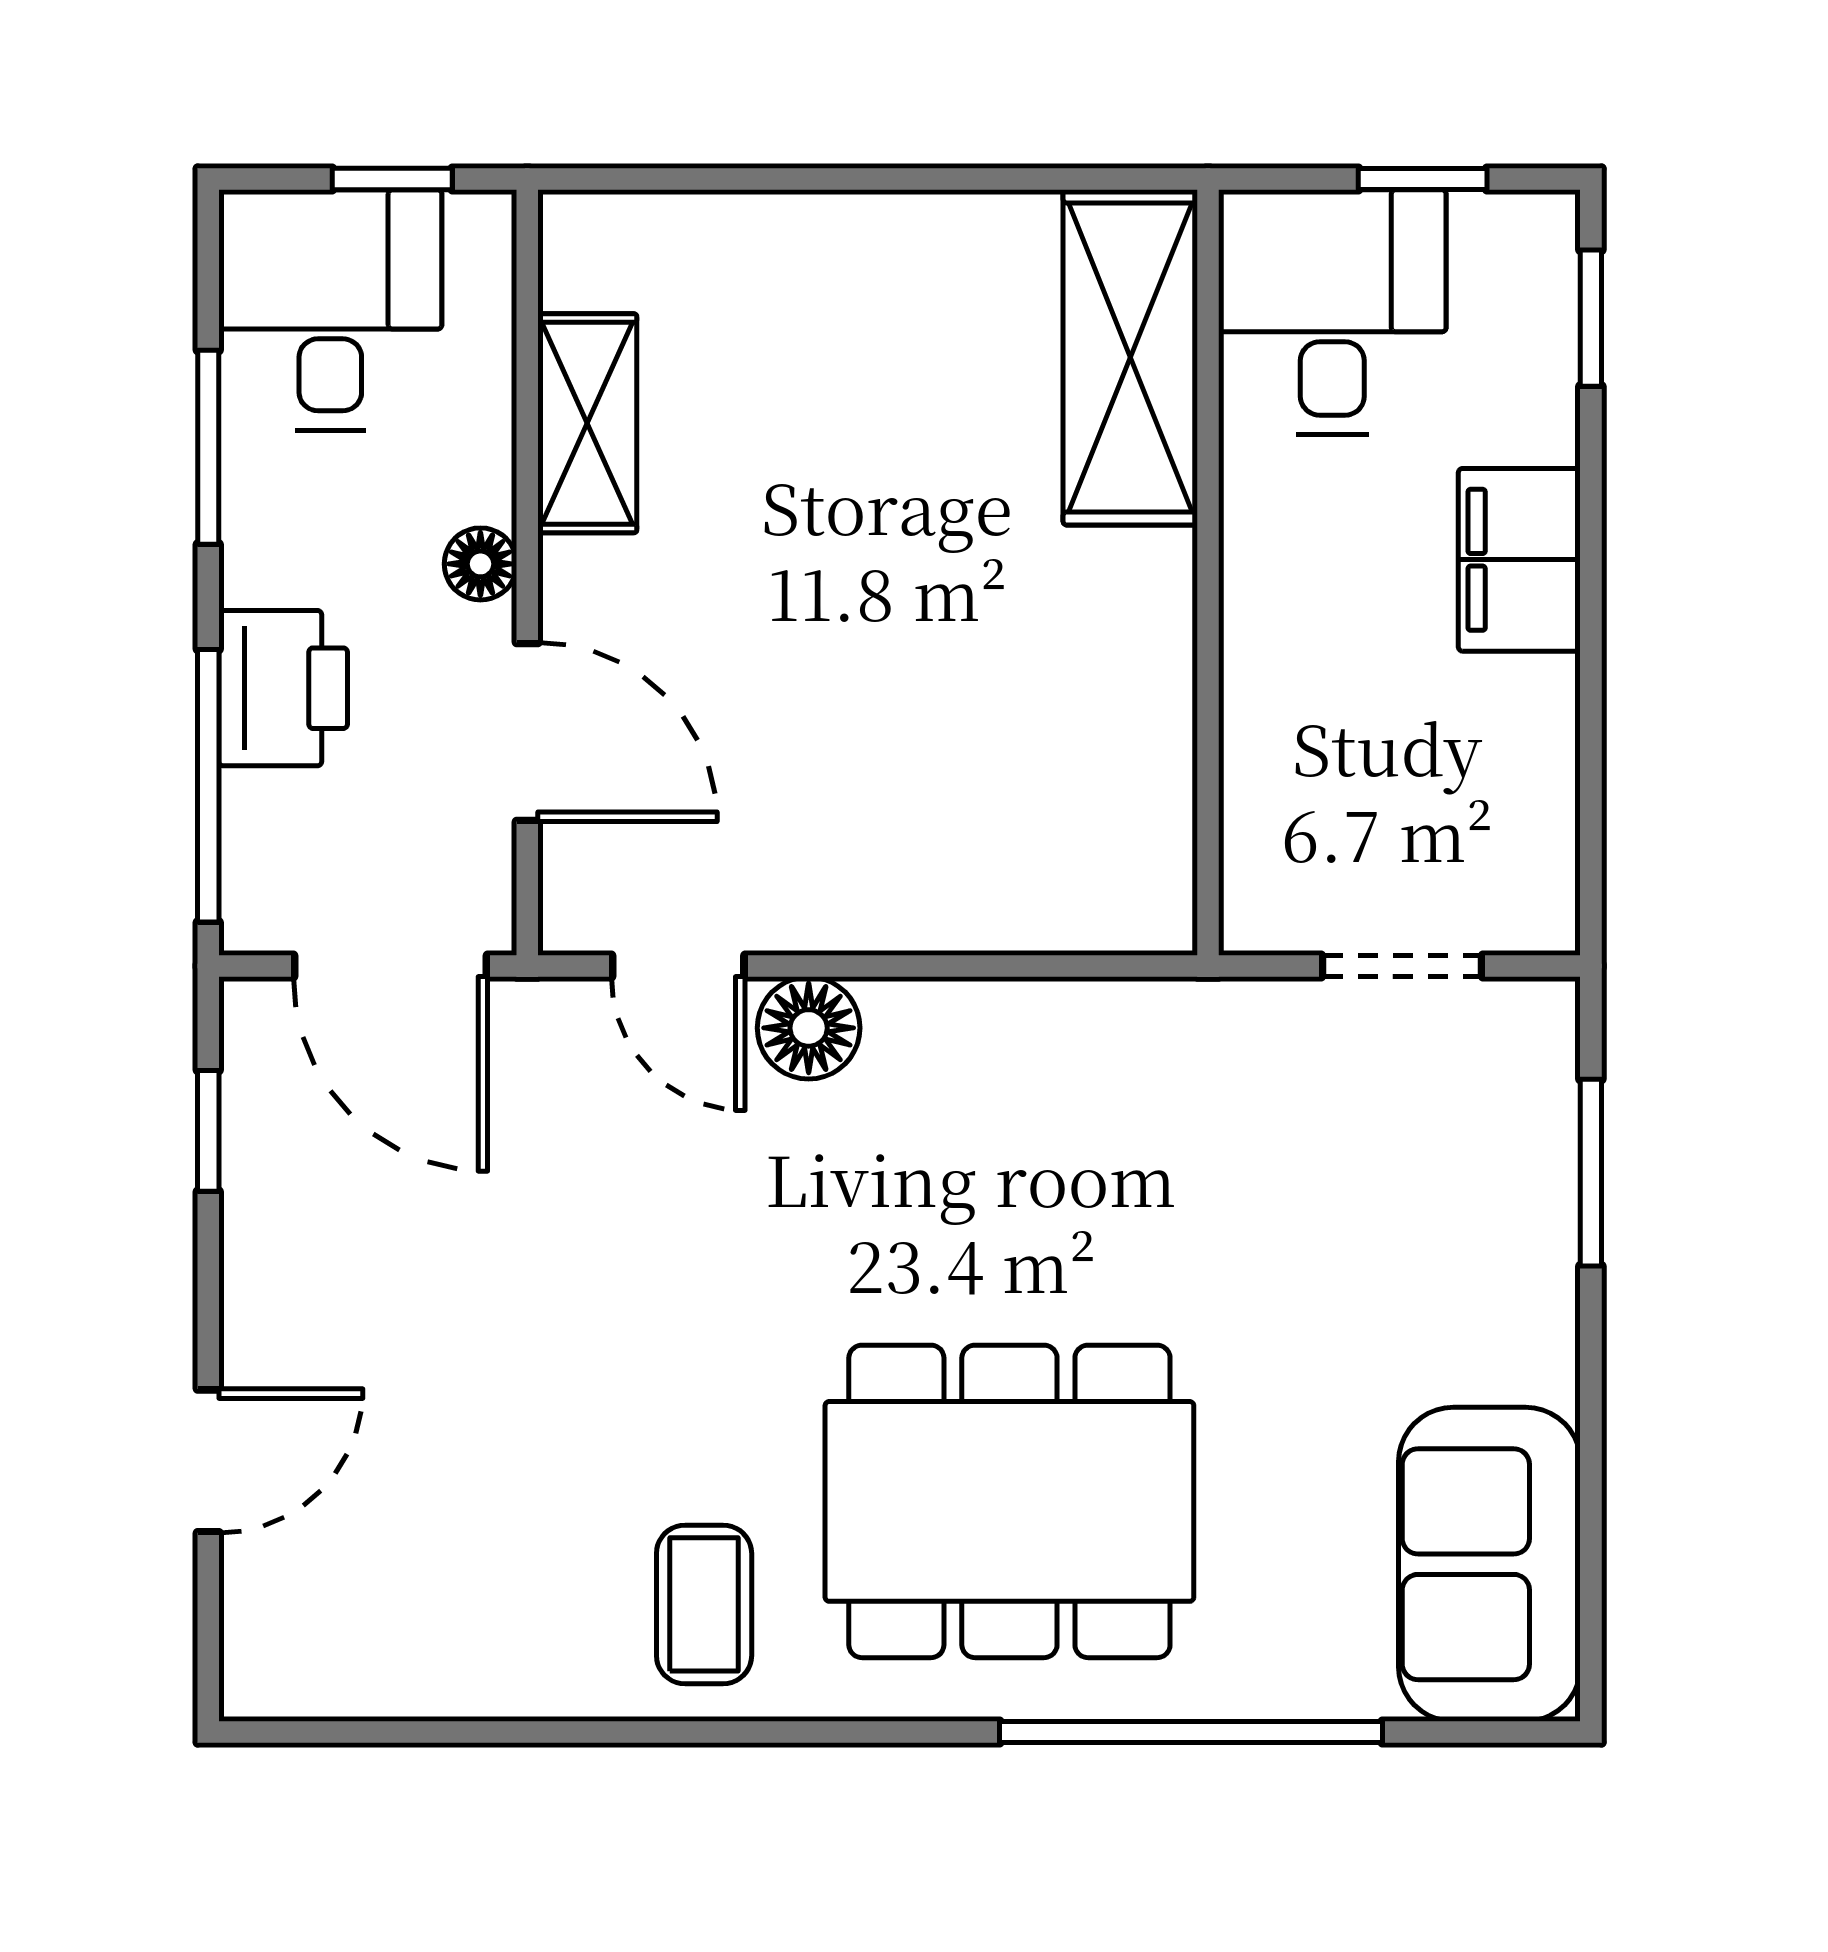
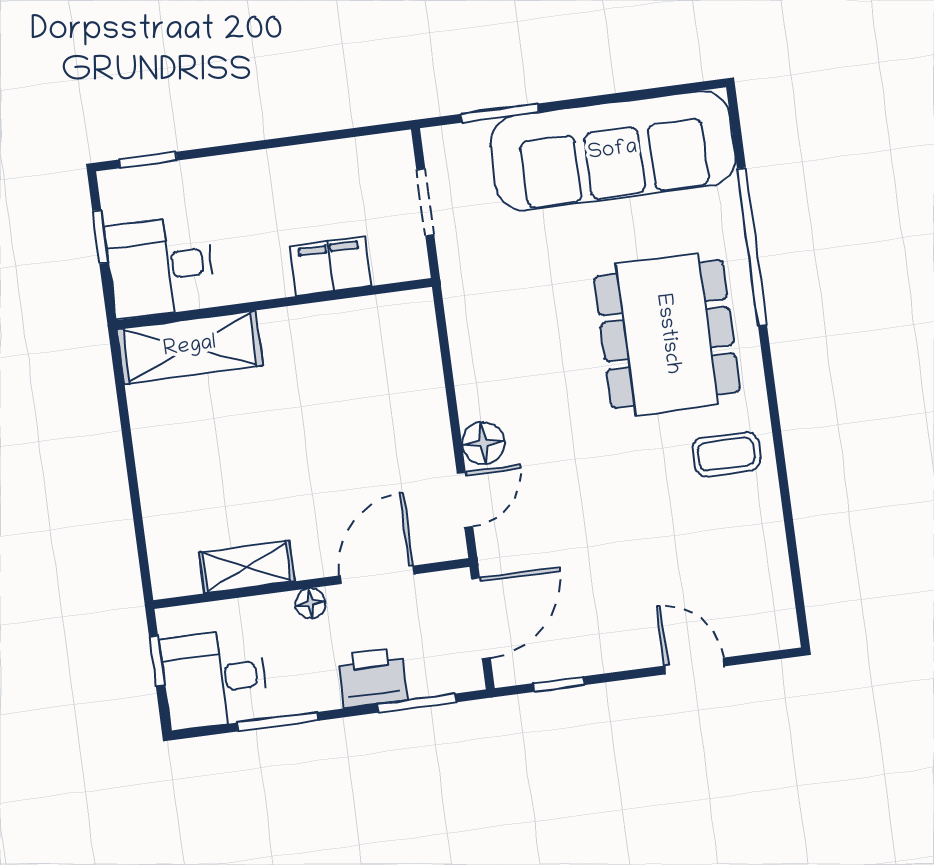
filing cabinet: (1519, 560) -> (331, 266), moved, turned 180
window: (208, 786) -> (417, 703), width x0.69
sofa: (1489, 1564) -> (613, 151), width x1.85, depth x1.27

